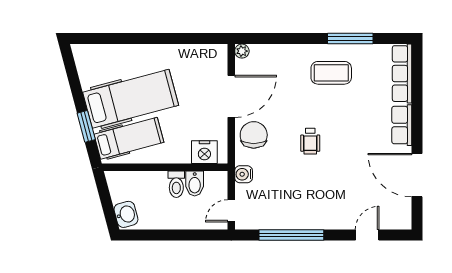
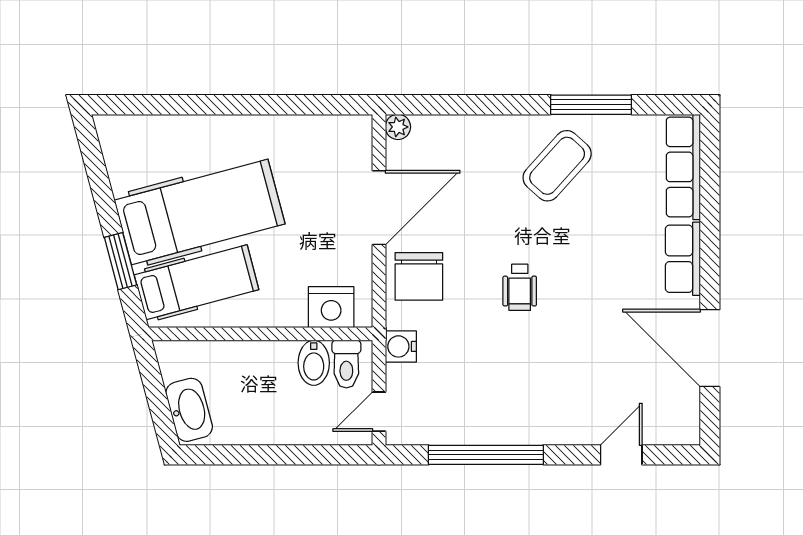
coffee table: (331, 73) -> (557, 166), turned -48
chair: (254, 135) -> (419, 276), turned 180
toilet: (176, 184) -> (346, 364), moved
washbasin: (126, 214) -> (189, 410), width x1.38

